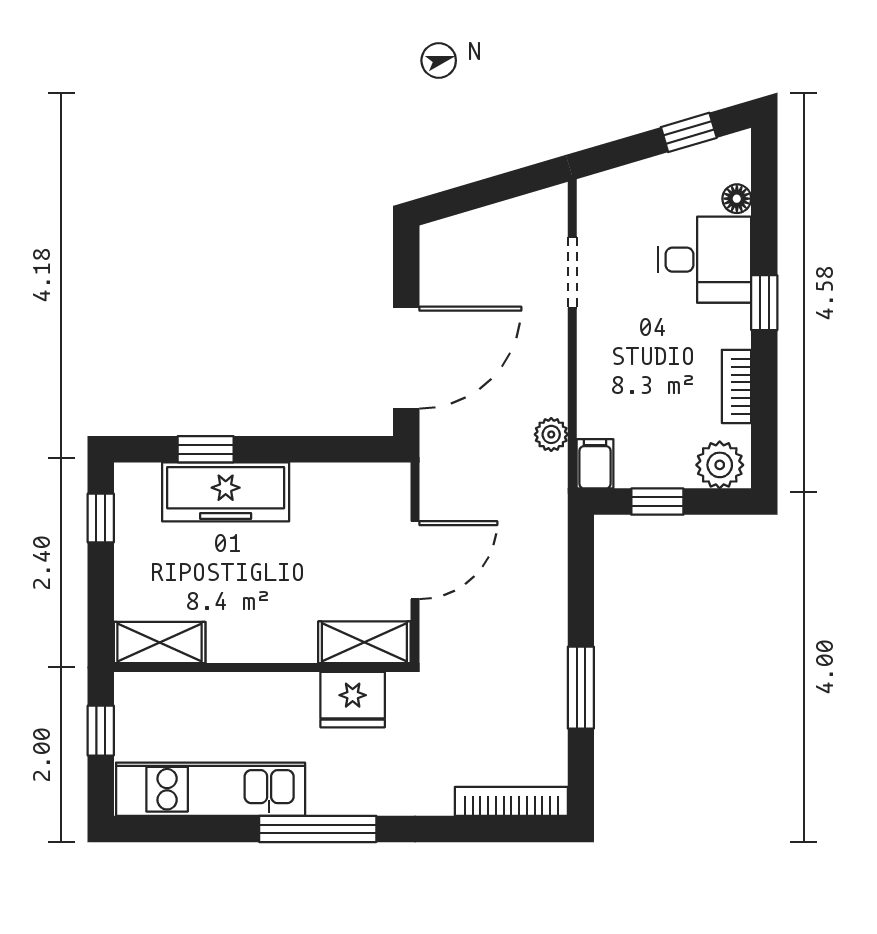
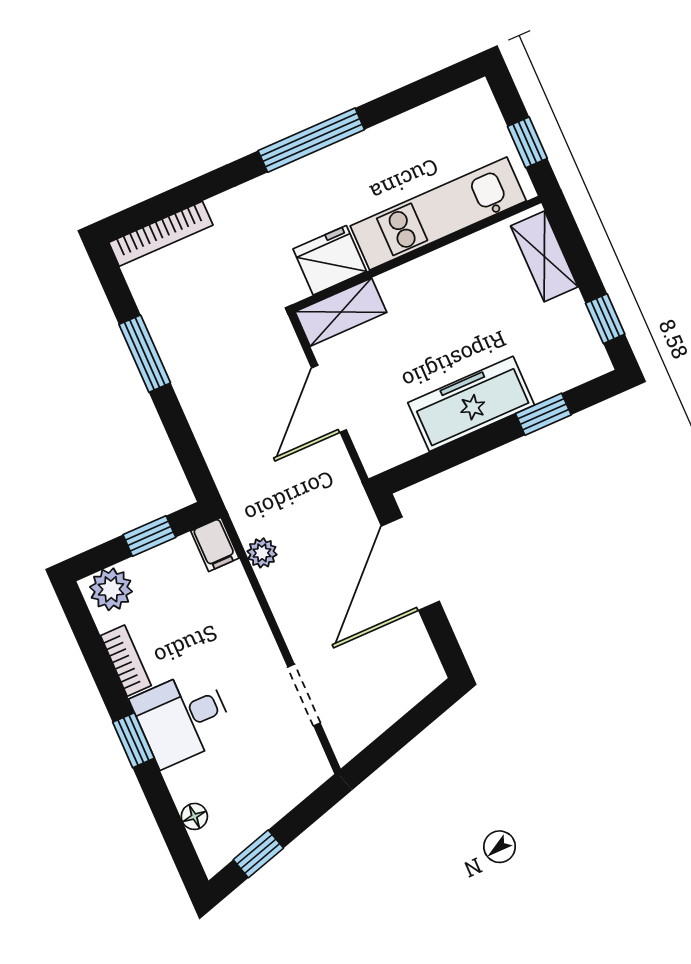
desk: (705, 260) -> (183, 718), moved
freezer: (226, 492) -> (471, 404), moved
shelving: (160, 642) -> (544, 256), moved, turned 90
kitchen unit: (211, 789) -> (438, 213), moved, turned 180

